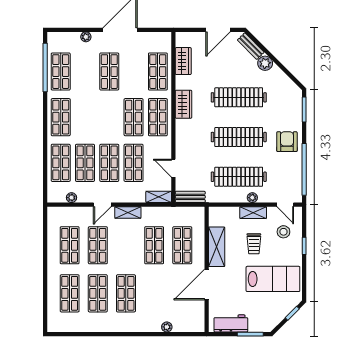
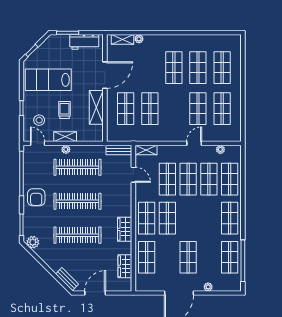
plant: (265, 63) -> (33, 242), moved
shelving: (128, 212) -> (123, 39), moved

